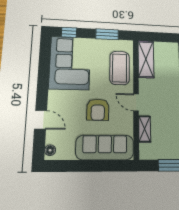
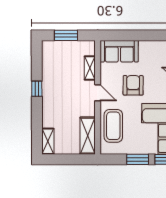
window: (107, 34) -> (138, 159), moved
sofa: (105, 147) -> (119, 51), width x0.73

